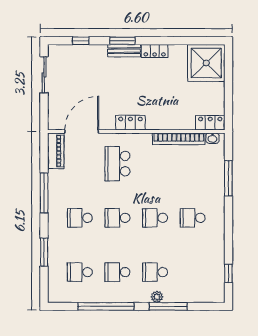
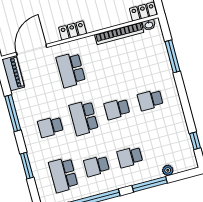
school desk: (117, 218) -> (84, 118), width x1.85
school desk: (80, 272) -> (63, 175), width x1.85
plant: (157, 297) -> (168, 170), moved

